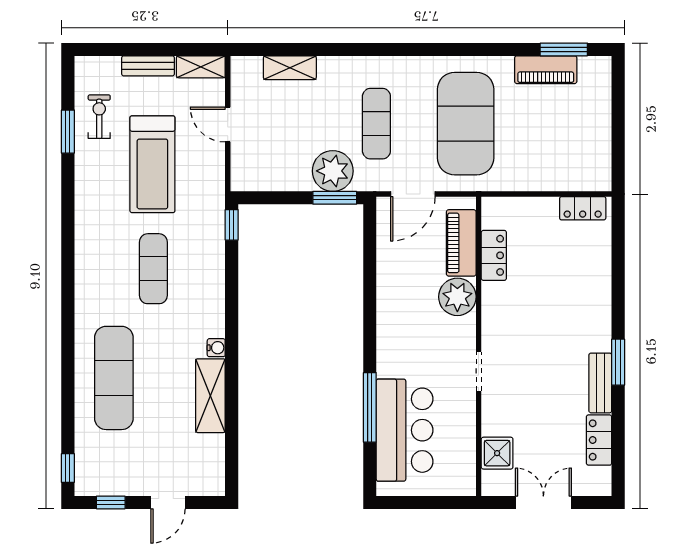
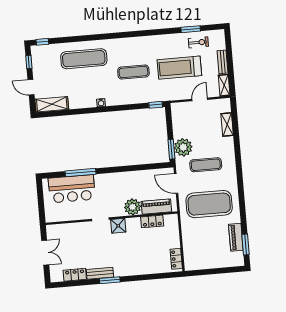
shelving: (210, 396) -> (52, 104), moved
shower: (497, 453) -> (118, 226), moved

